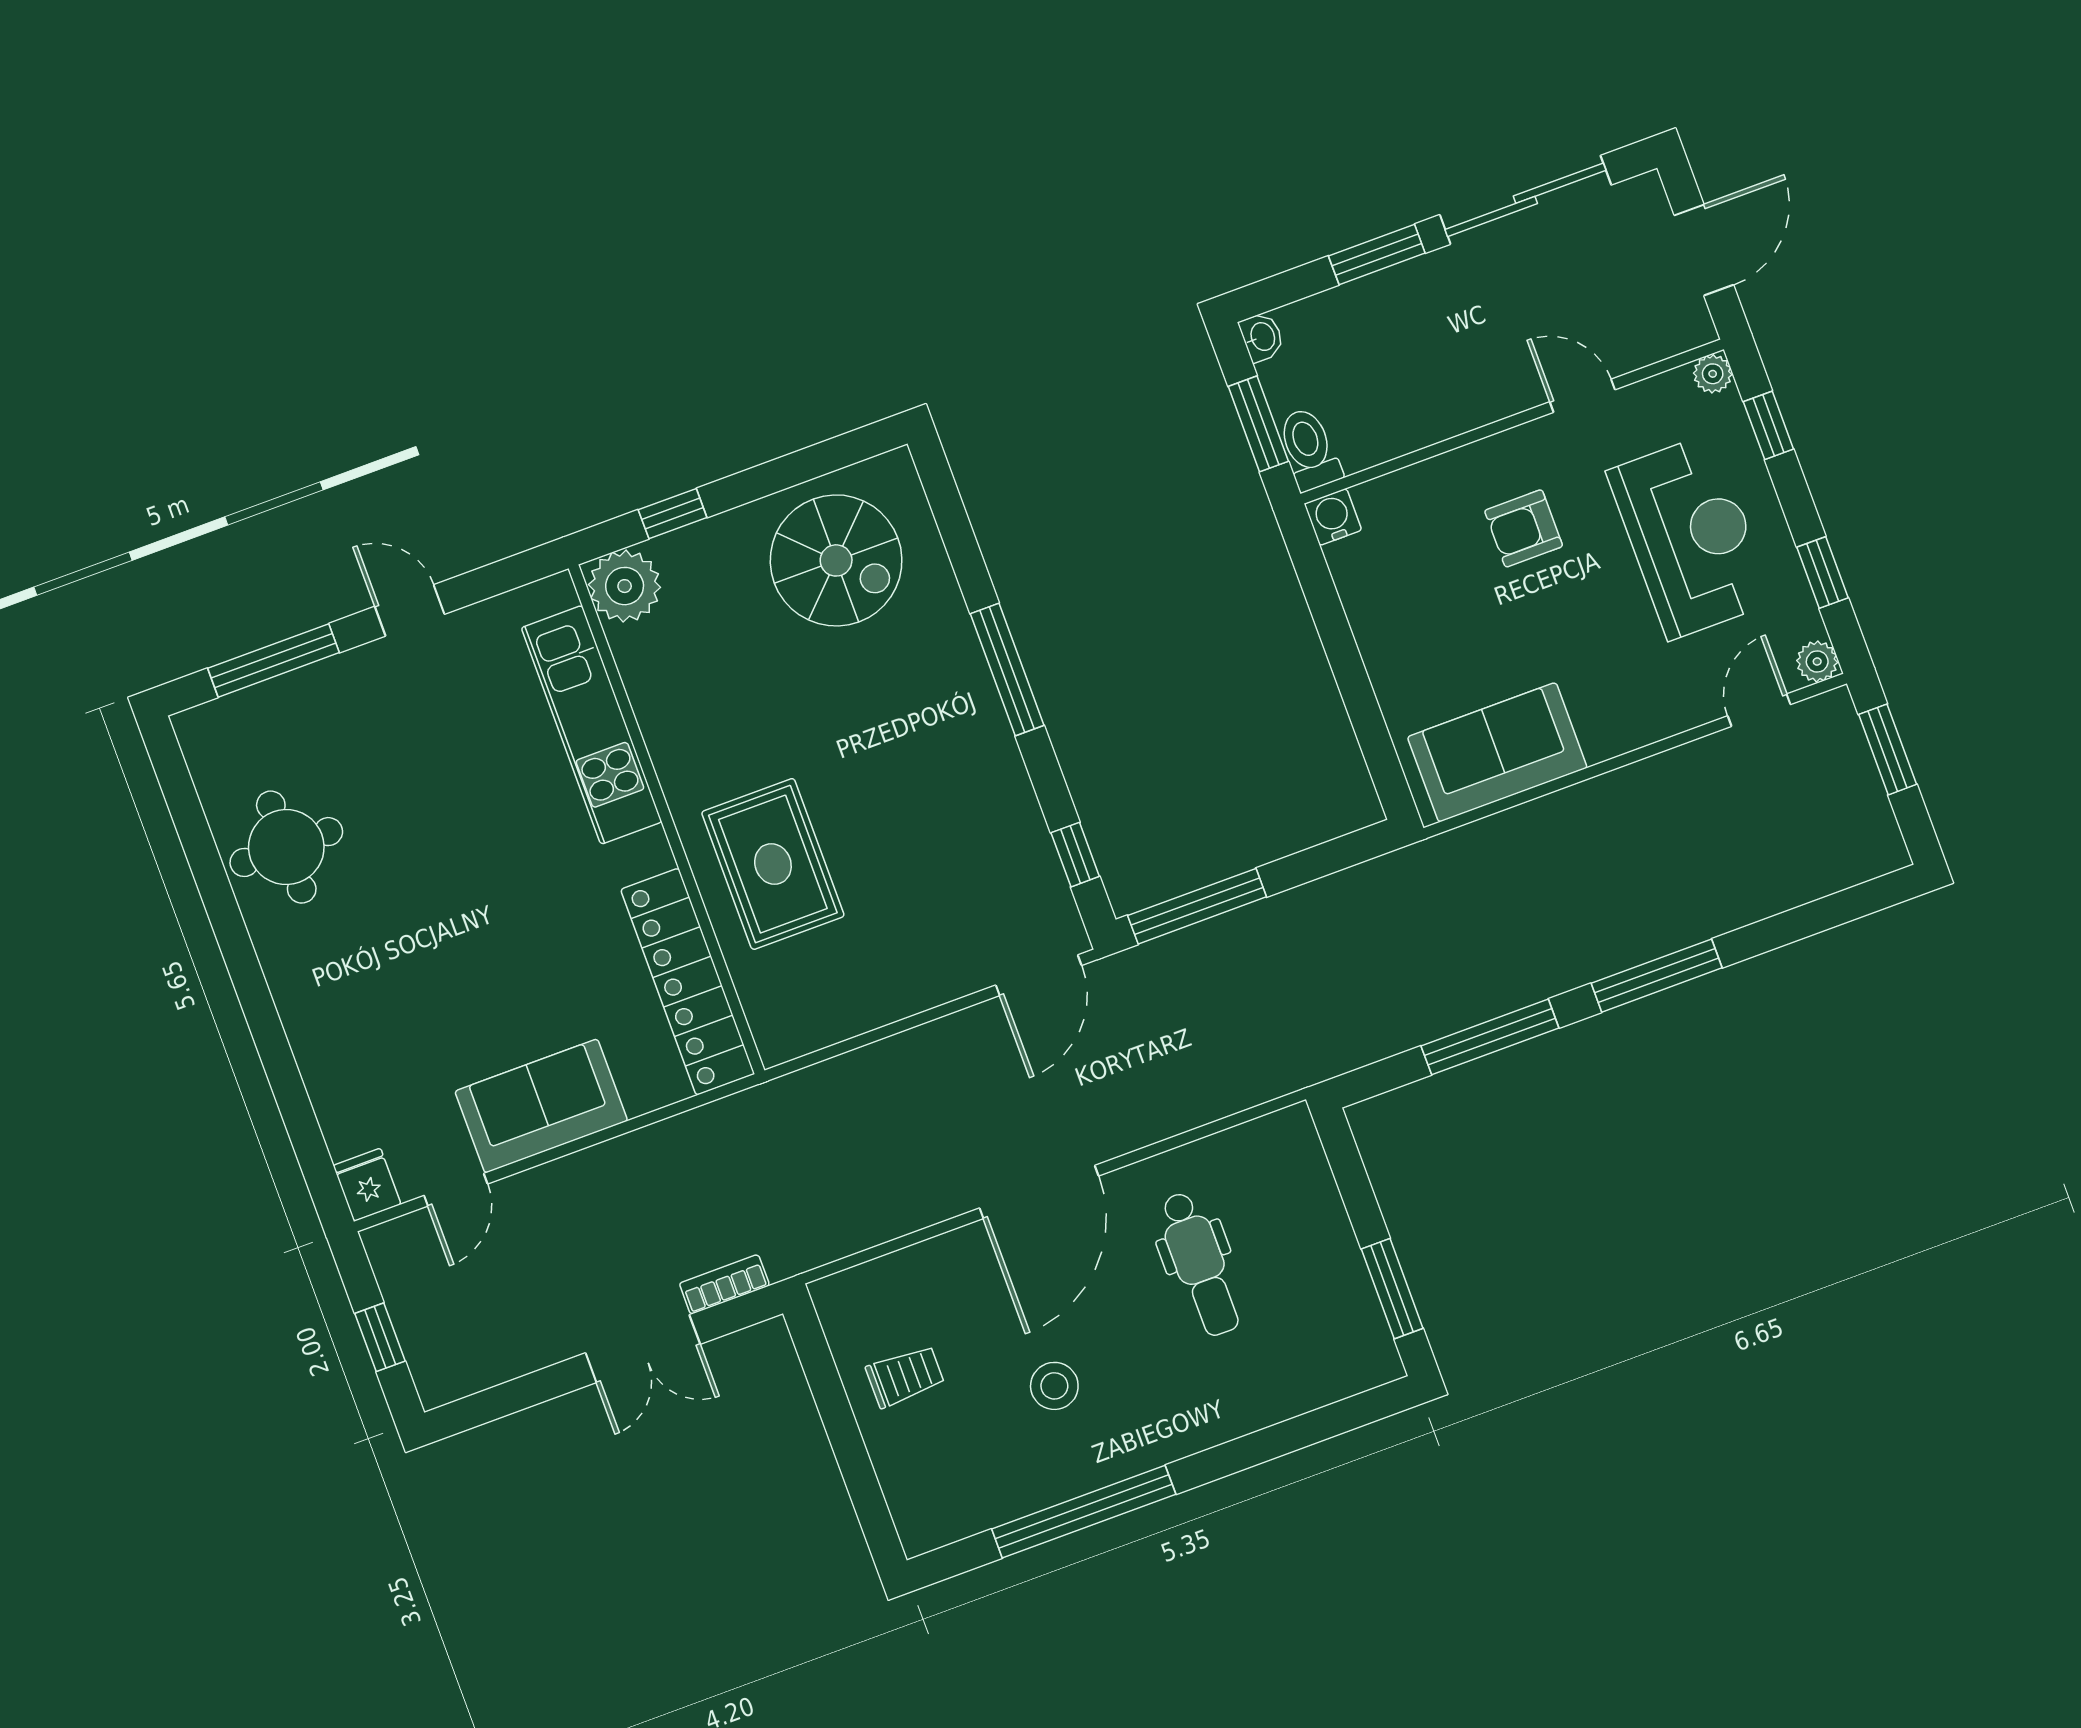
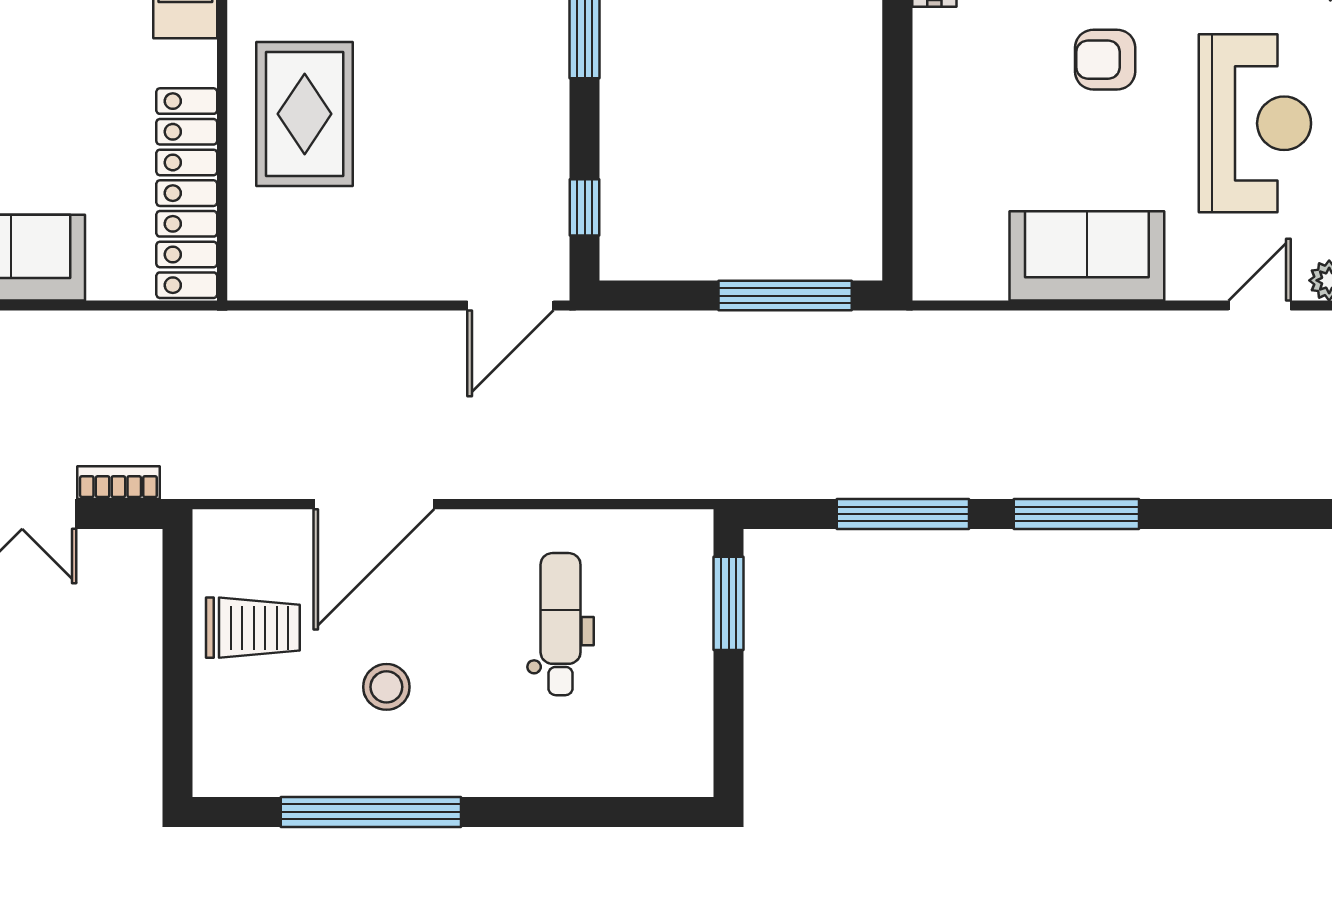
sofa: (1497, 752) -> (1087, 256), moved
window: (1197, 906) -> (785, 296), moved
door: (1039, 1192) -> (374, 504), moved
dental chair: (1200, 1264) -> (561, 624), turned 180
window: (1392, 1289) -> (729, 603), moved
trolley: (905, 1376) -> (253, 628), width x1.36, depth x1.39

